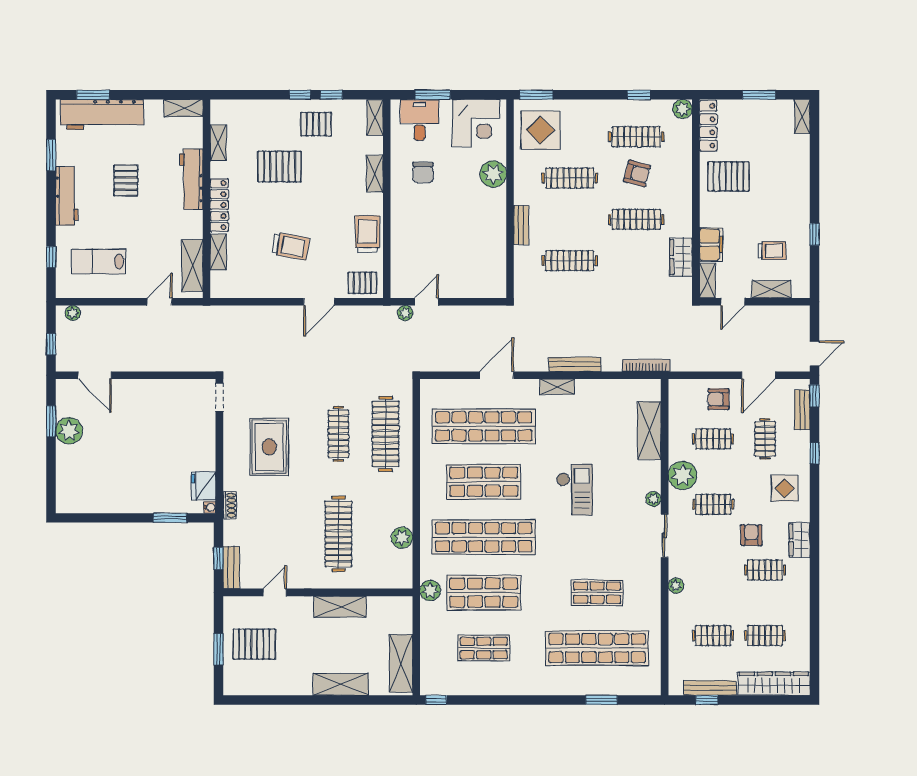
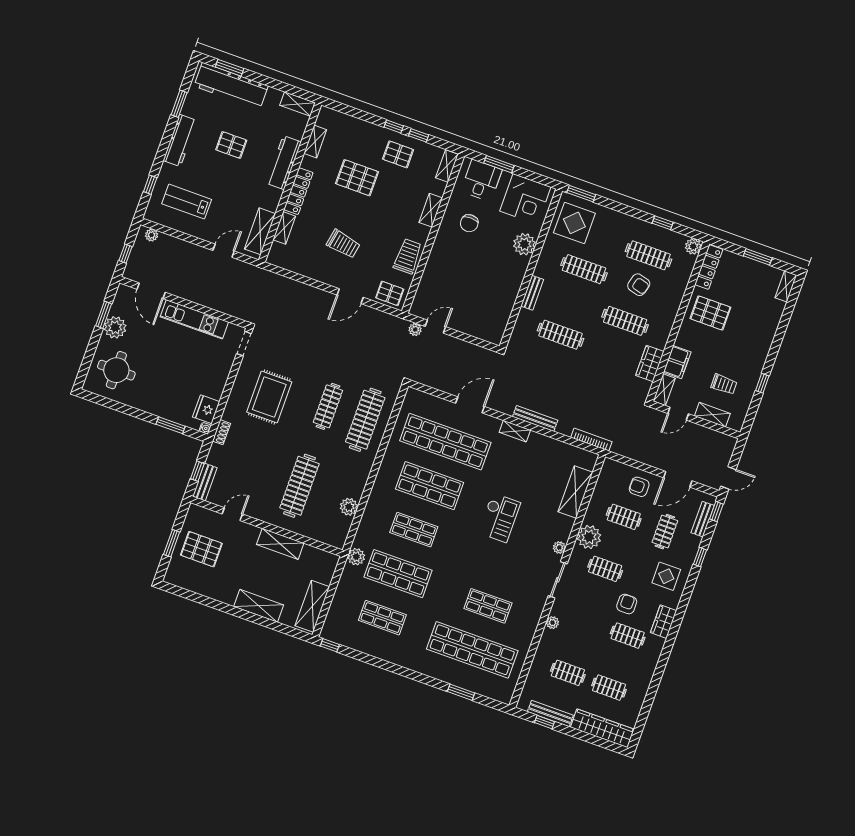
pallet: (126, 180) -> (231, 145), turned 90
kitchen unit: (154, 390) -> (194, 319), added
round table: (88, 478) -> (116, 370), added
shop shelf: (484, 537) -> (414, 530), width x0.50, depth x0.74

